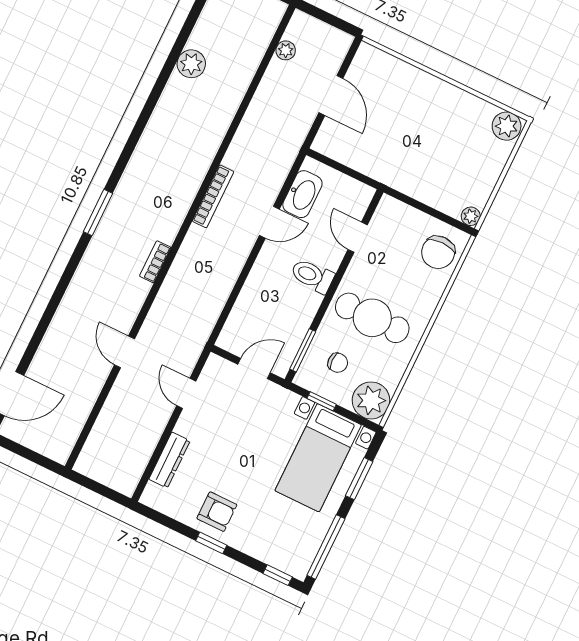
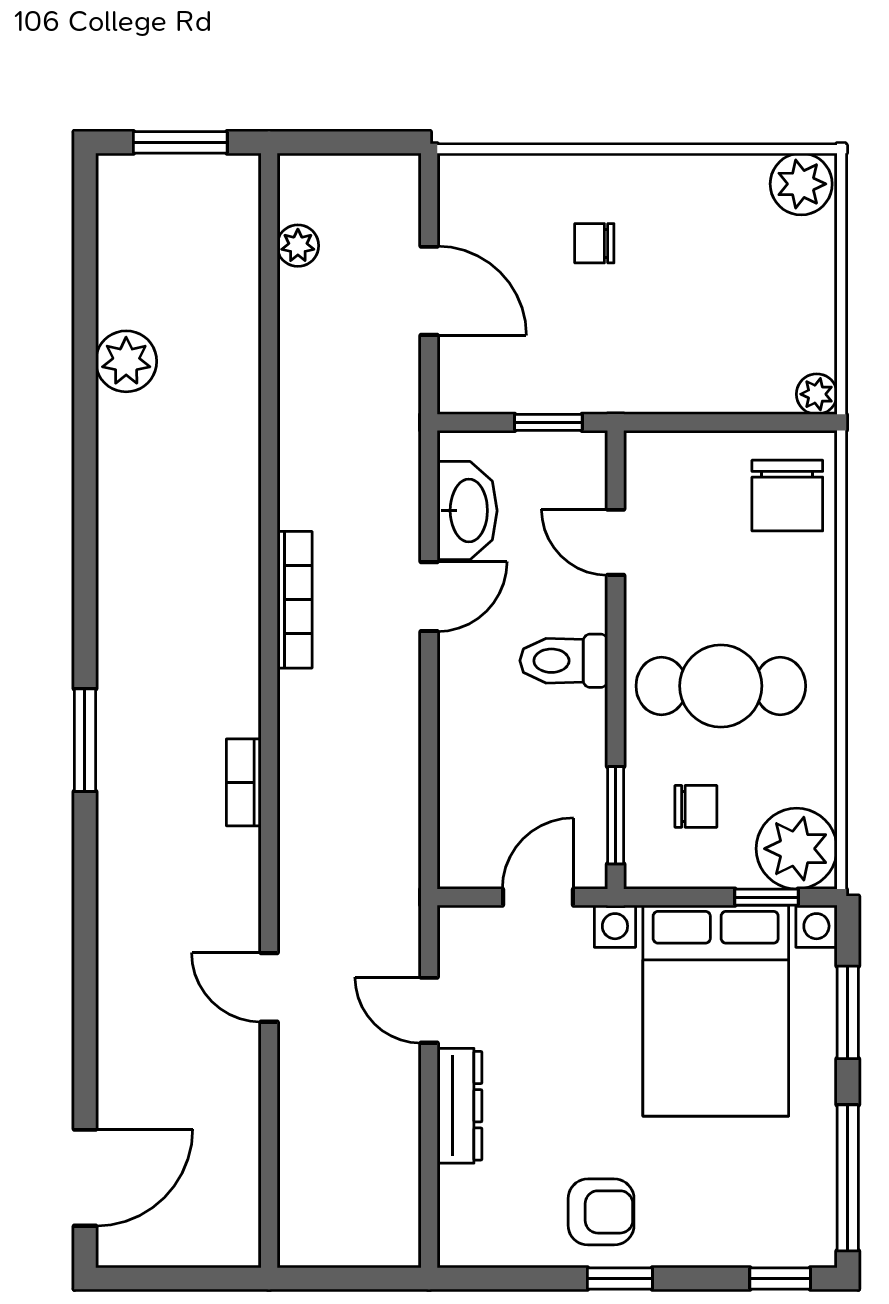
chair: (409, 109) -> (594, 243), added
window: (354, 174) -> (548, 422), added
window: (322, 401) -> (766, 897), moved
bed with nightstands: (318, 458) -> (716, 1011), width x1.36
dresser: (169, 460) -> (459, 1106), moved

